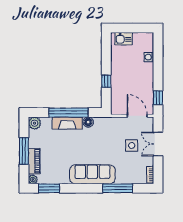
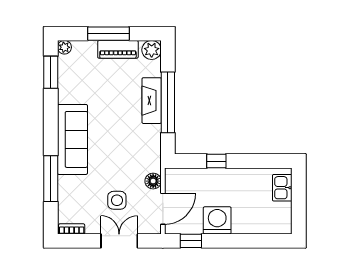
washing machine: (149, 57) -> (217, 220), moved, width x1.89, depth x1.89
floor lamp: (88, 122) -> (153, 181), moved
piano: (34, 161) -> (118, 49), moved

